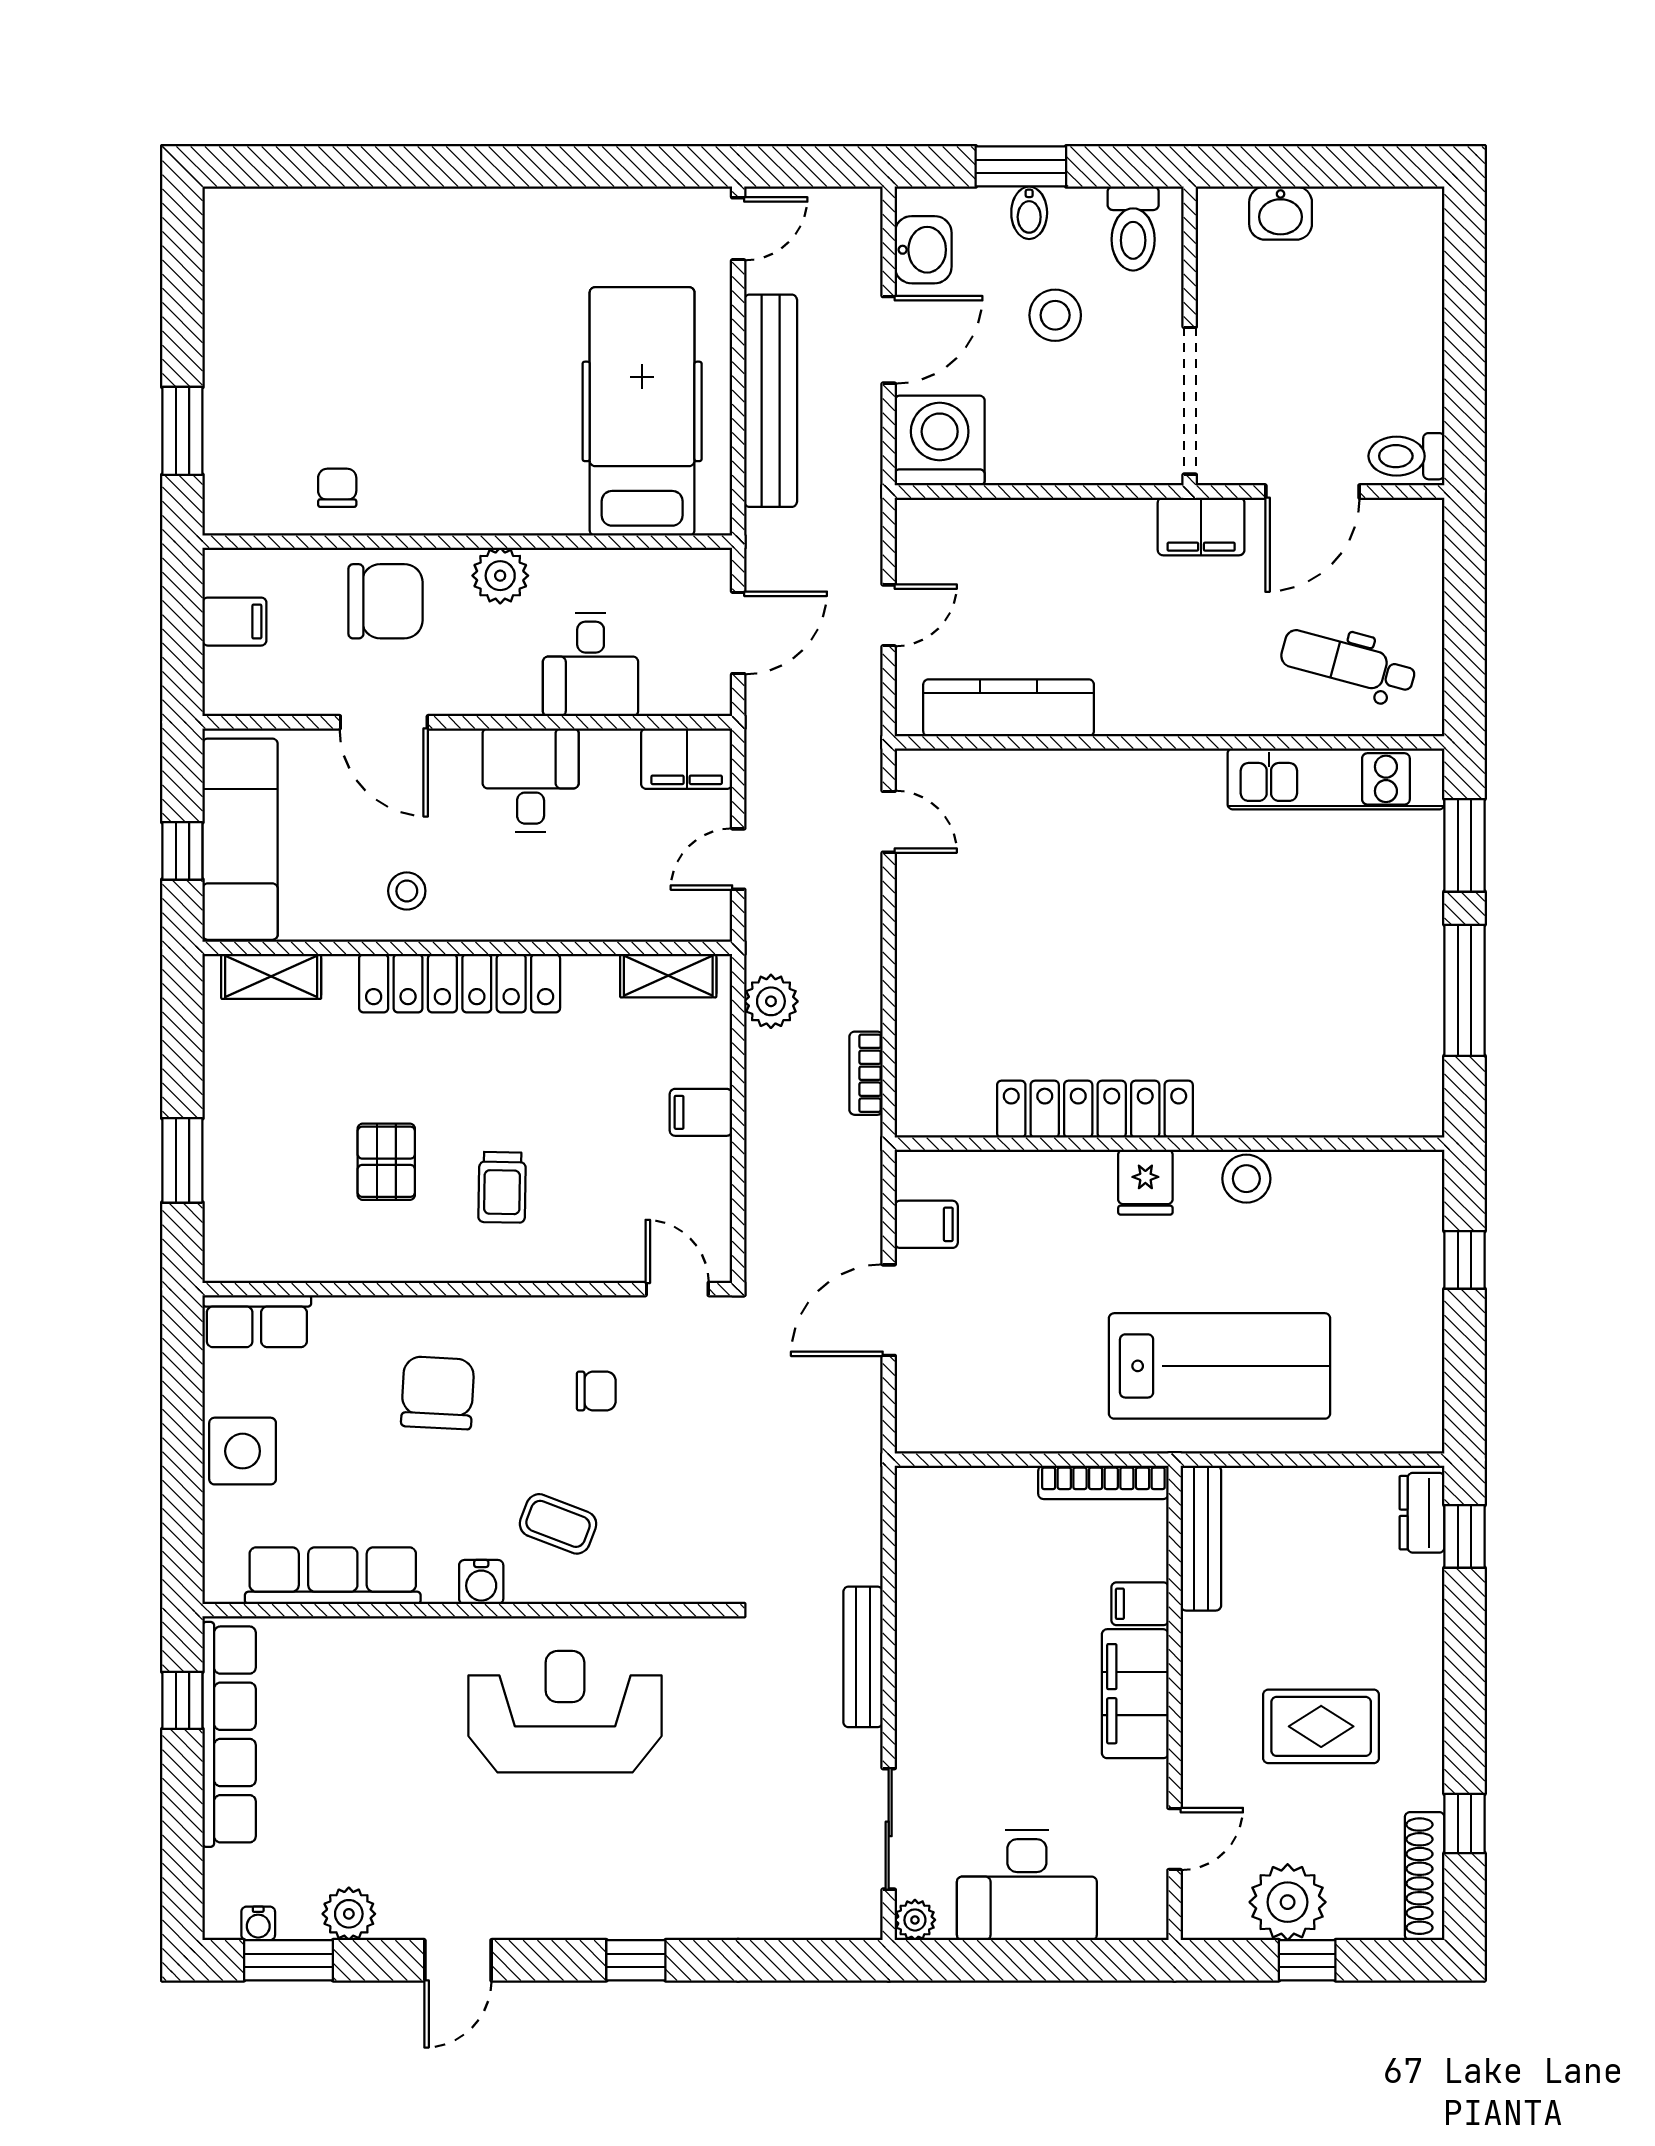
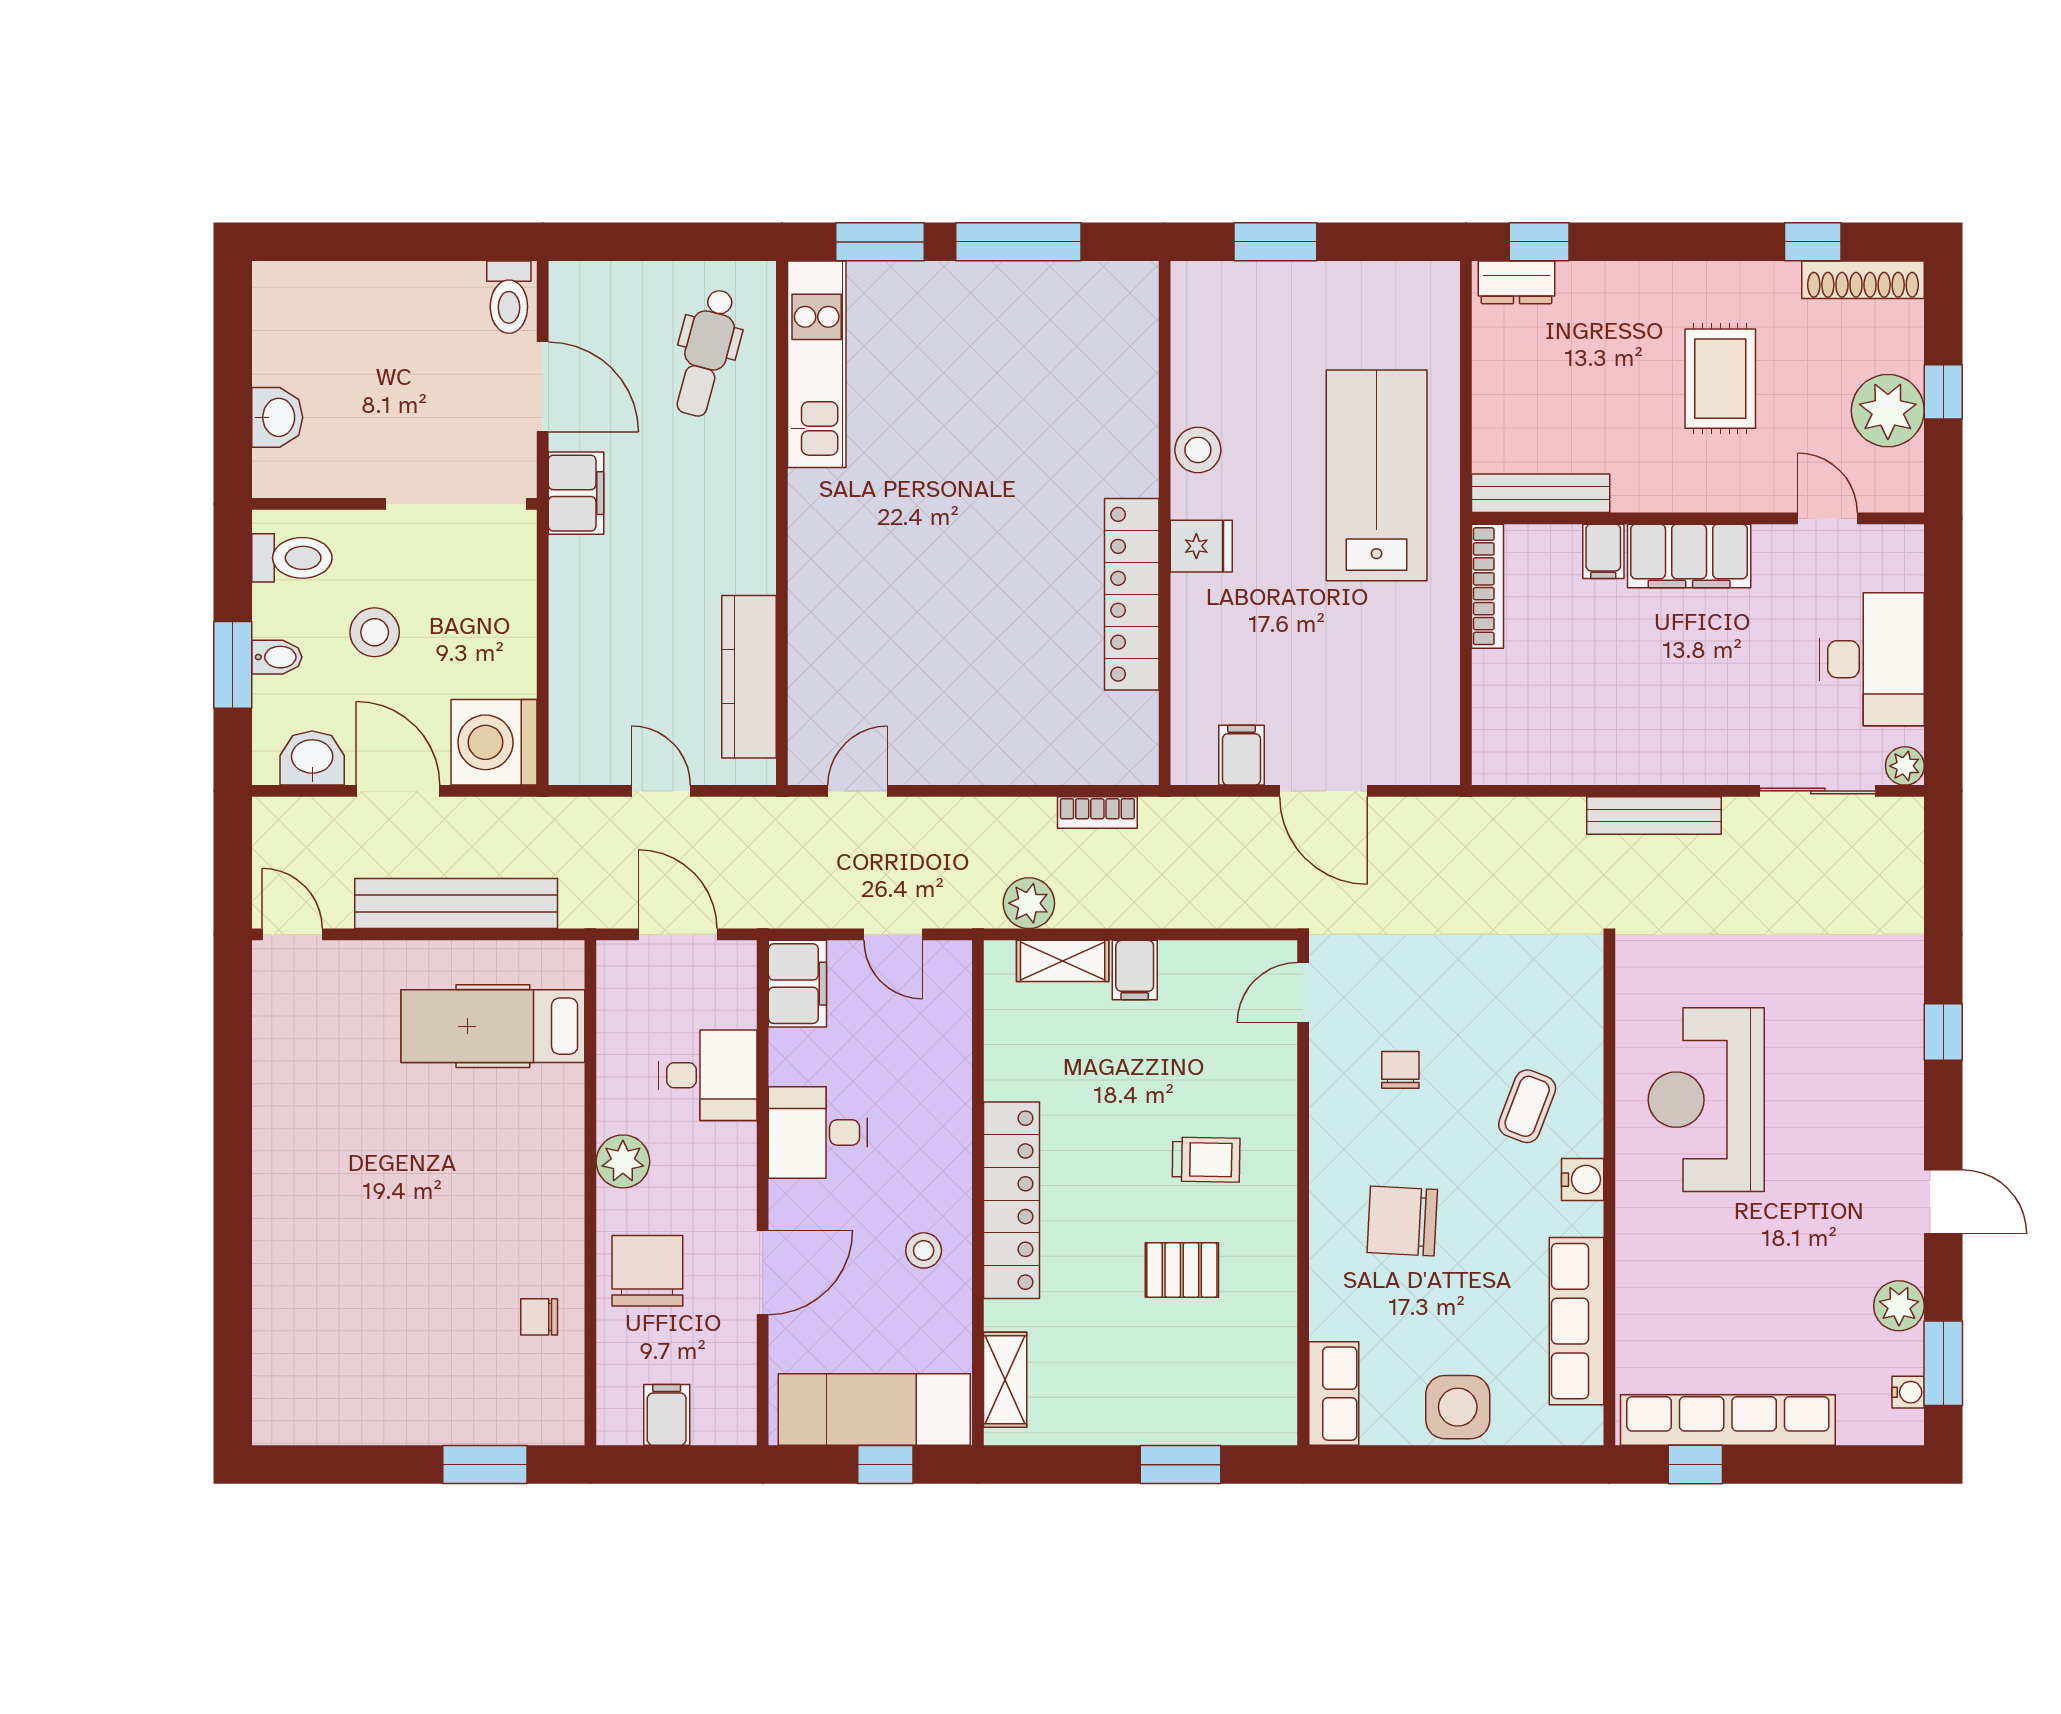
hospital bed: (642, 411) -> (493, 1026), width x0.73, depth x0.78
shelving: (668, 976) -> (1063, 961), moved, turned 90
window: (1465, 1260) -> (1275, 242), width x1.50

